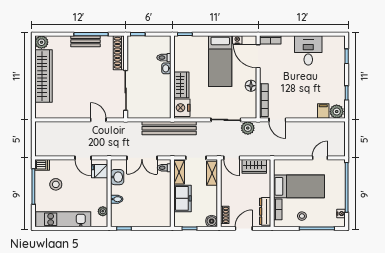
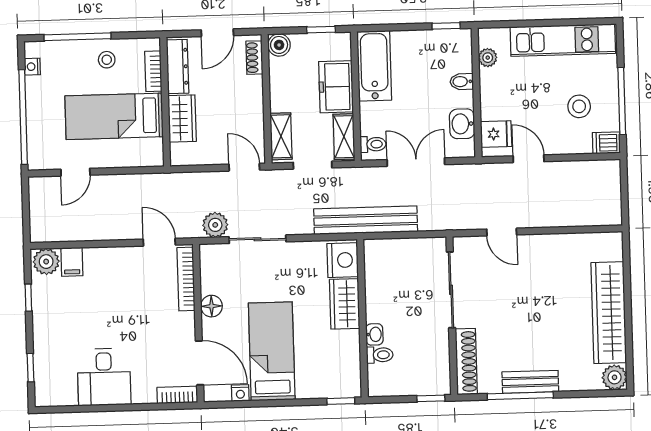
wardrobe: (254, 166) -> (182, 119), moved, turned 90
bathtub: (162, 209) -> (374, 66), added

